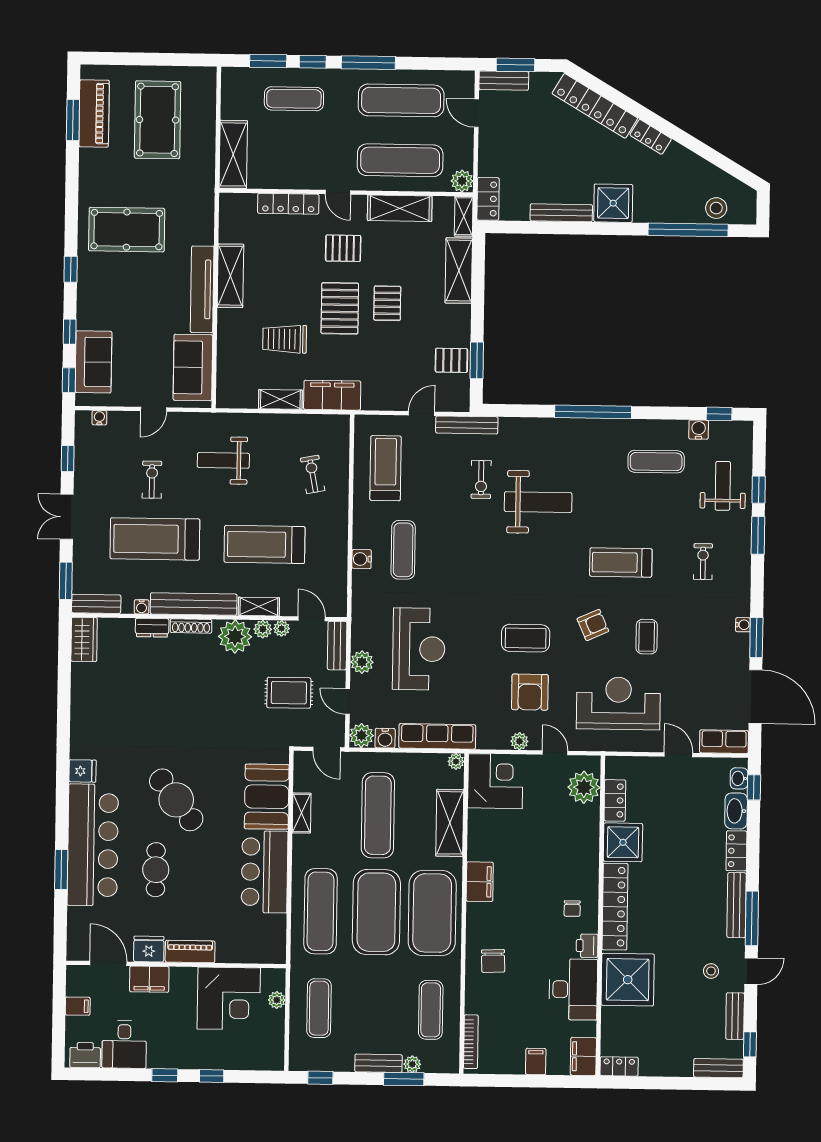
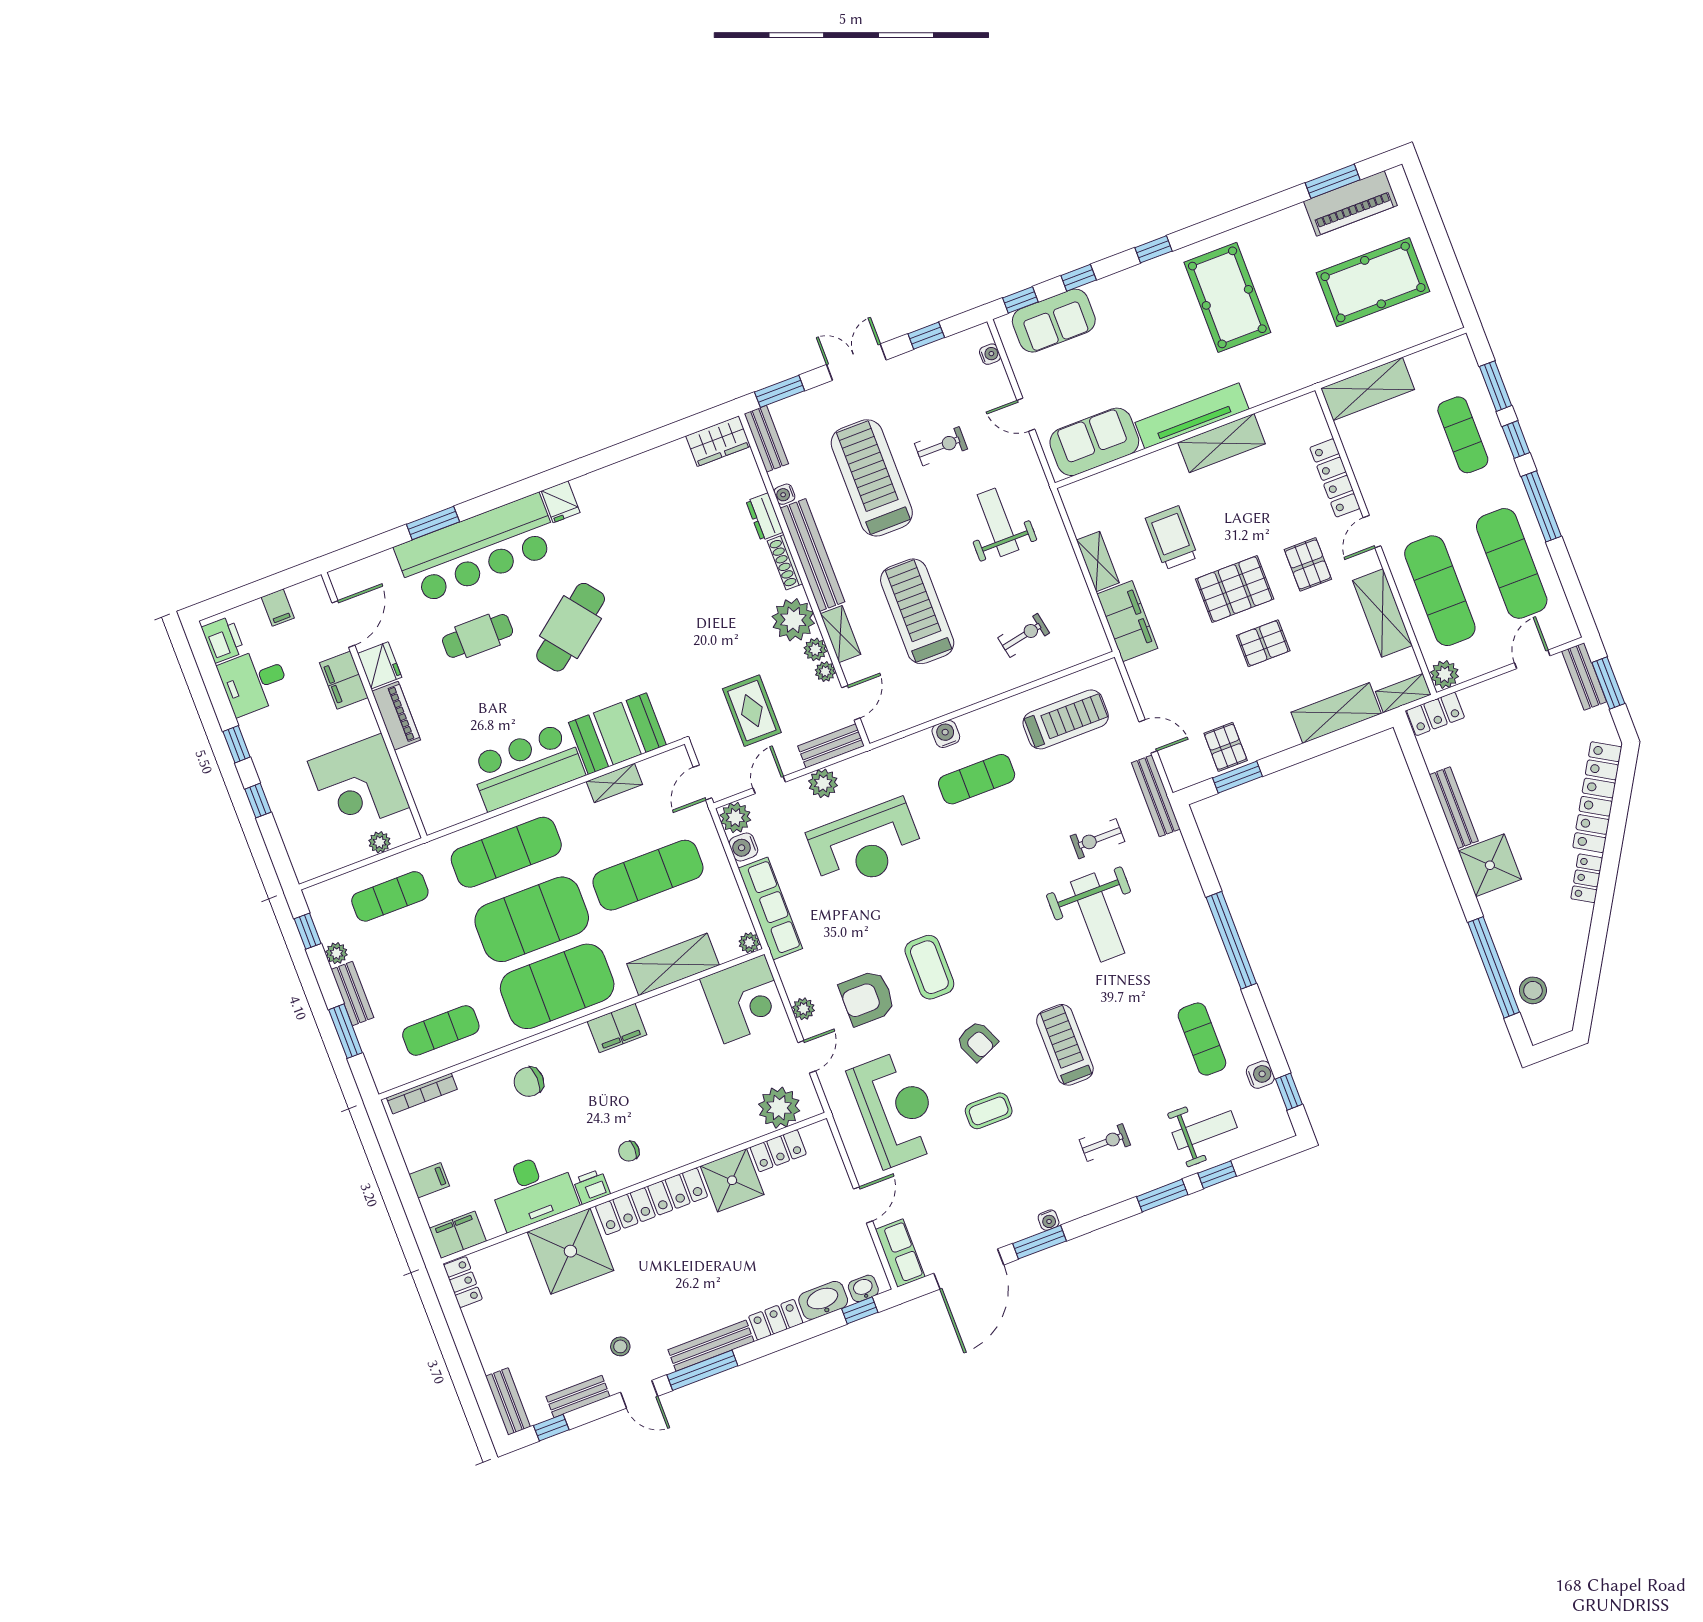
plant: (412, 1064) -> (336, 953), moved

